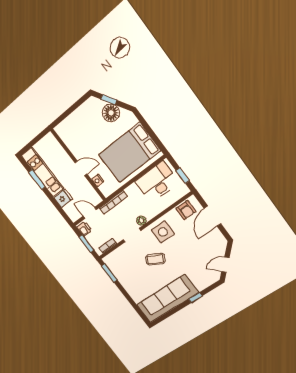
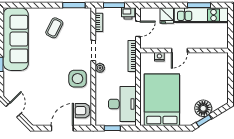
window: (109, 100) -> (204, 121), moved
door: (212, 216) -> (62, 128), hinge flipped
coffee table: (155, 259) -> (54, 28), moved

